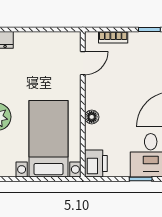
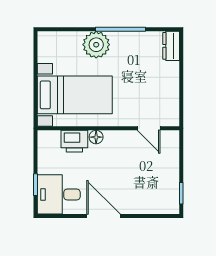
bookcase: (113, 37) -> (174, 158), removed
printer: (96, 163) -> (74, 141), moved

